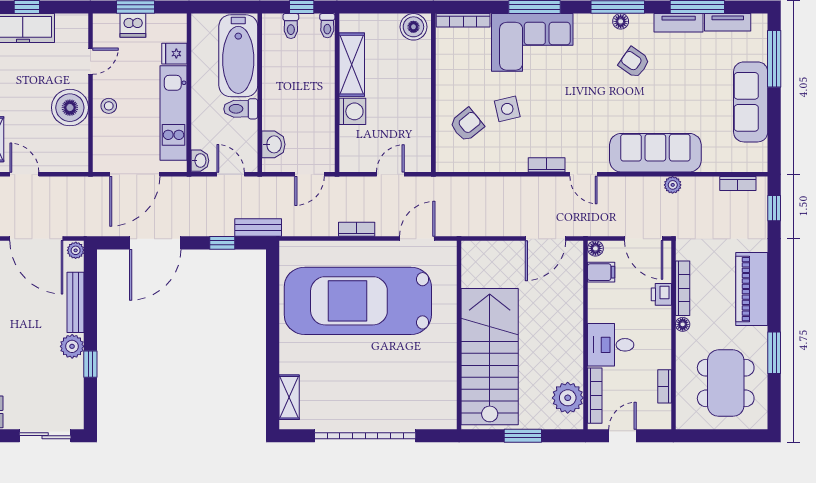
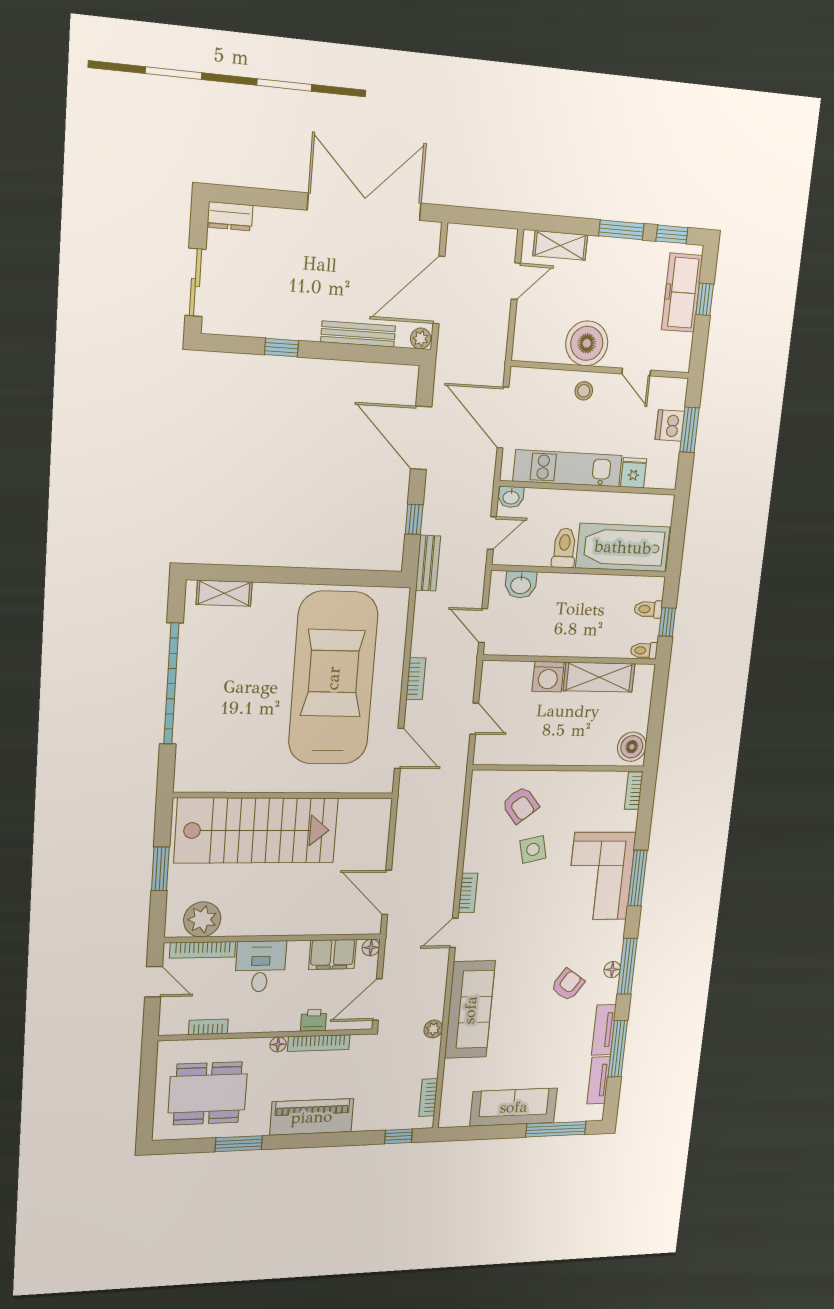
bookcase: (463, 20) -> (634, 791), width x0.64
filing cabinet: (601, 272) -> (332, 954), width x2.00
plant: (72, 346) -> (305, 326), removed

